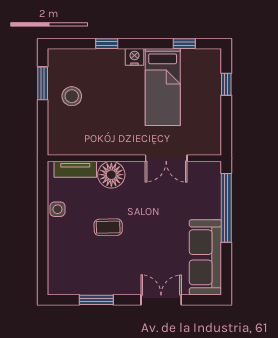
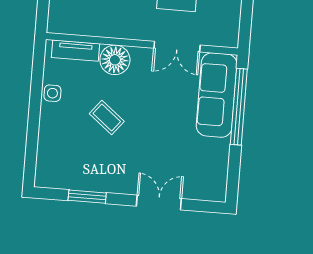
coffee table: (108, 227) -> (107, 118), turned 40
sofa: (205, 257) -> (217, 95), moved

